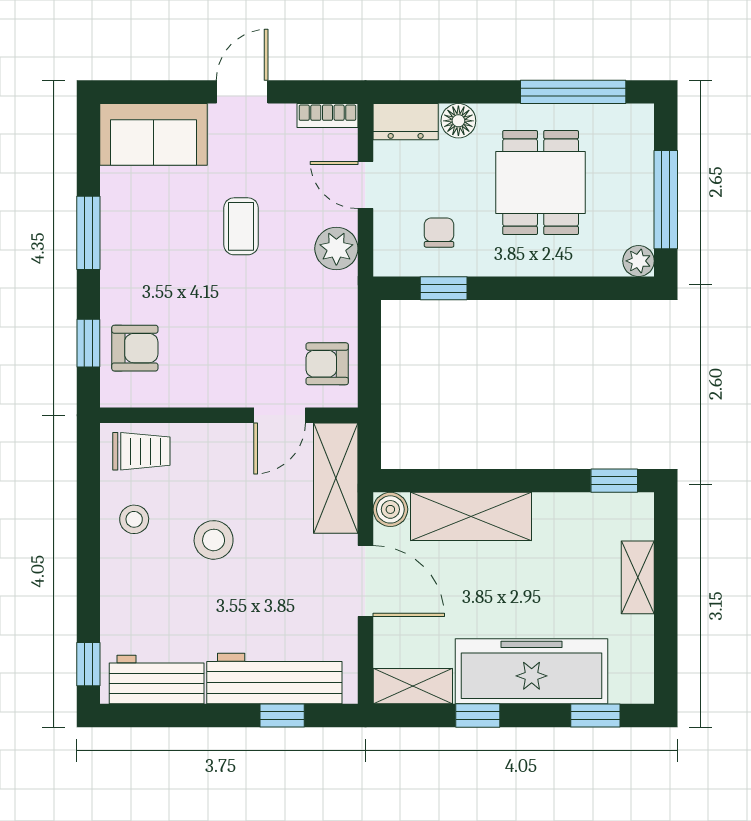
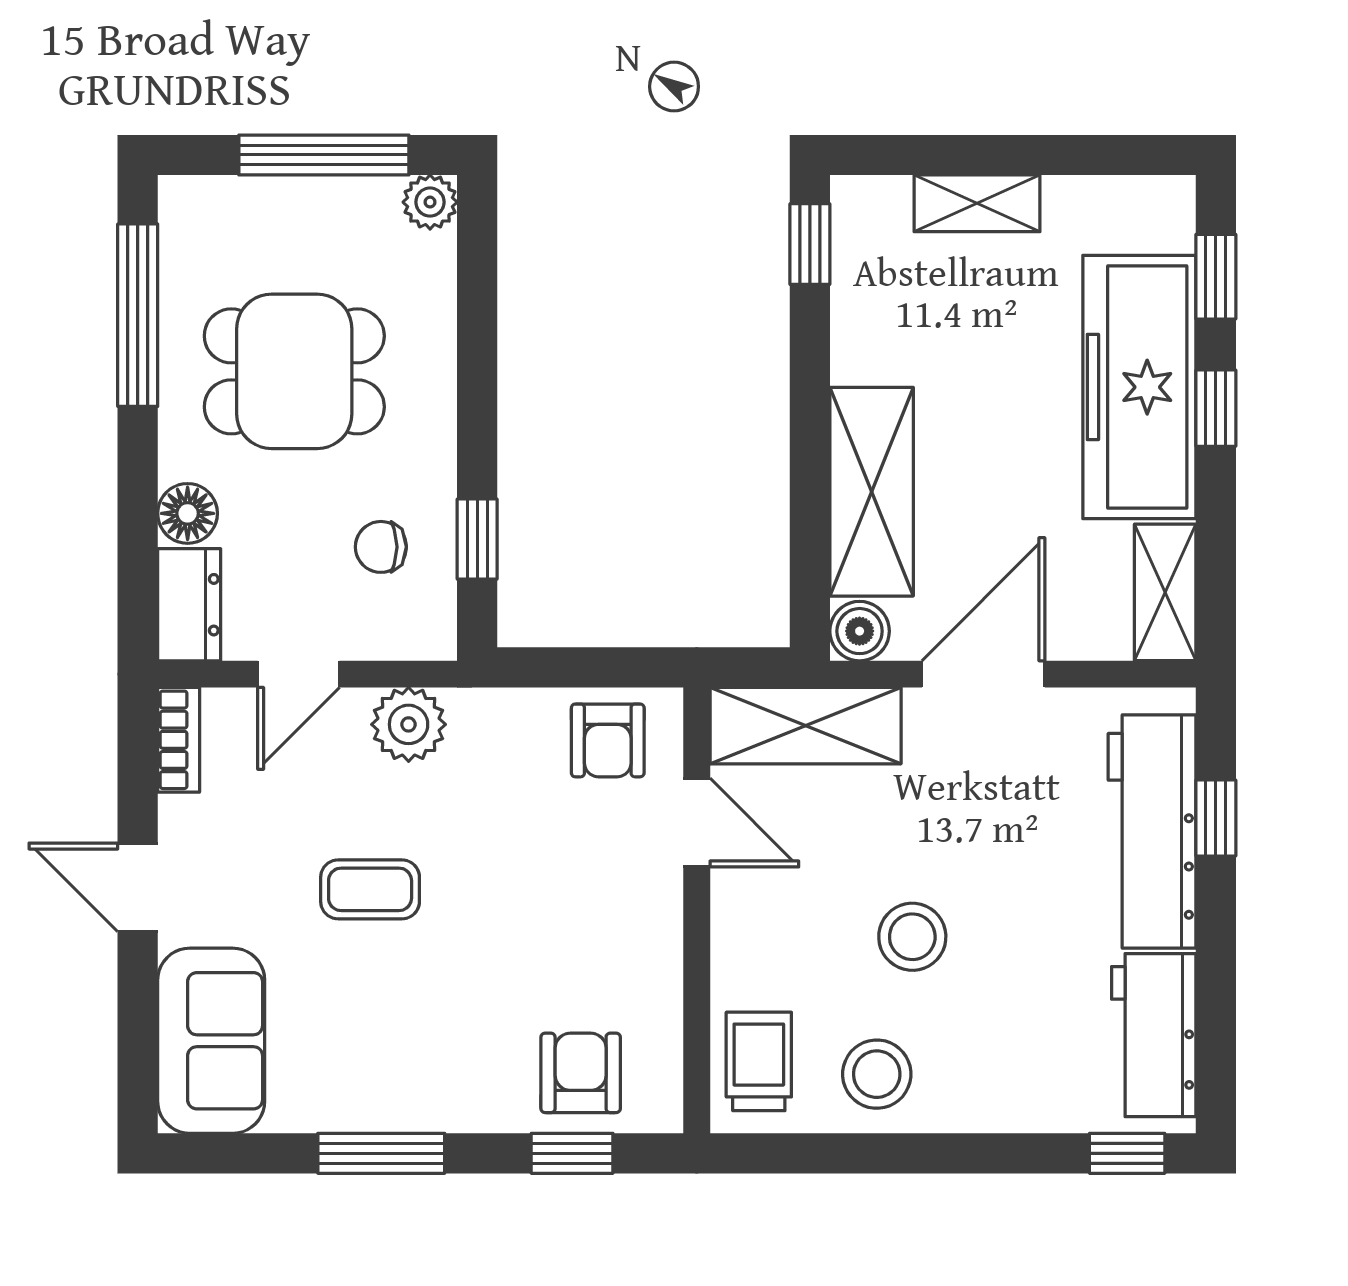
stool: (134, 519) -> (877, 1074), width x1.37, depth x1.37
window: (478, 715) -> (1216, 408), moved

